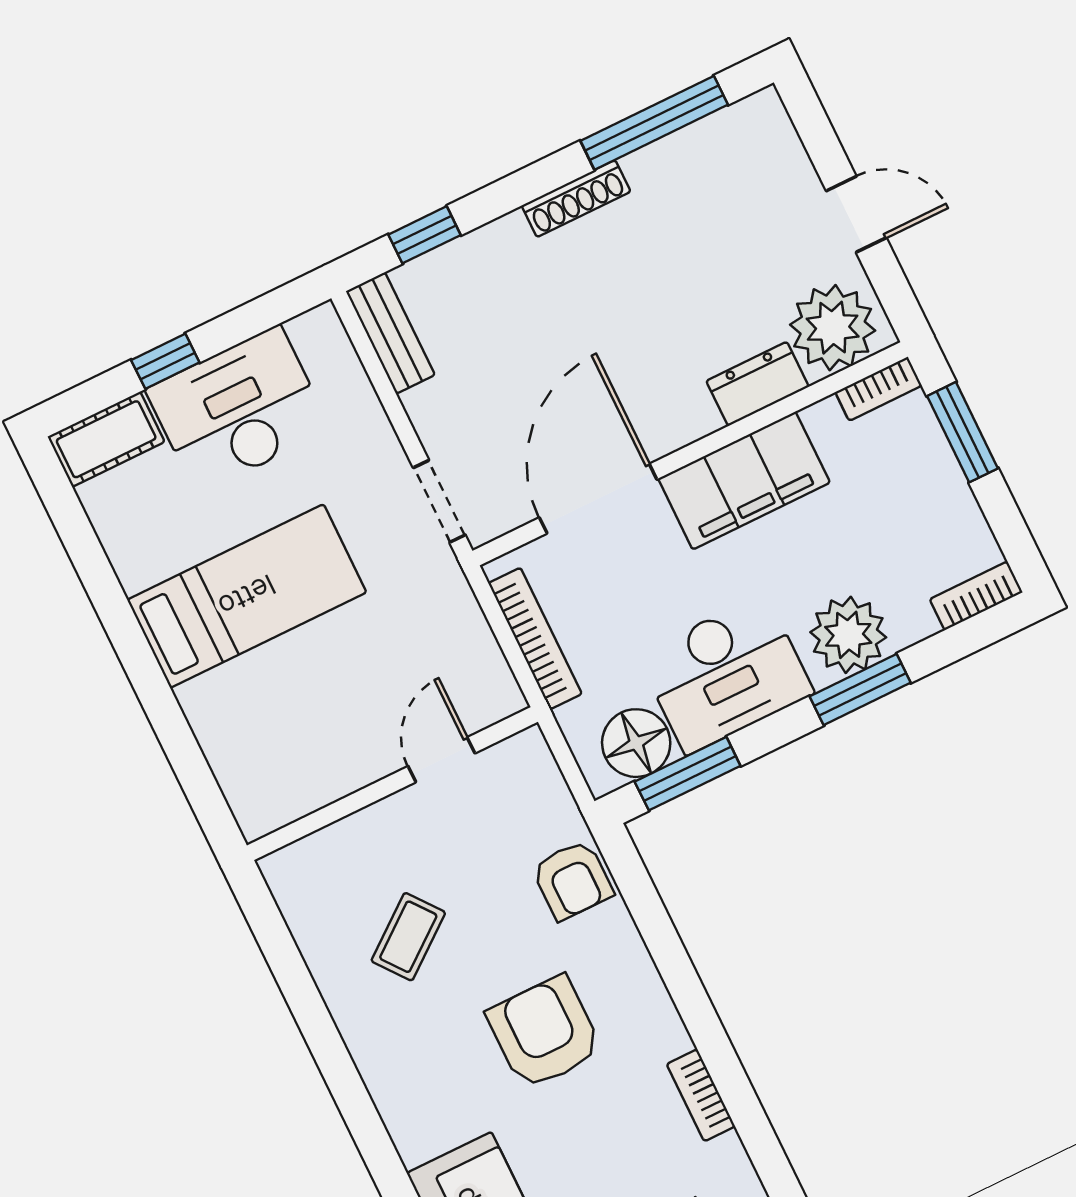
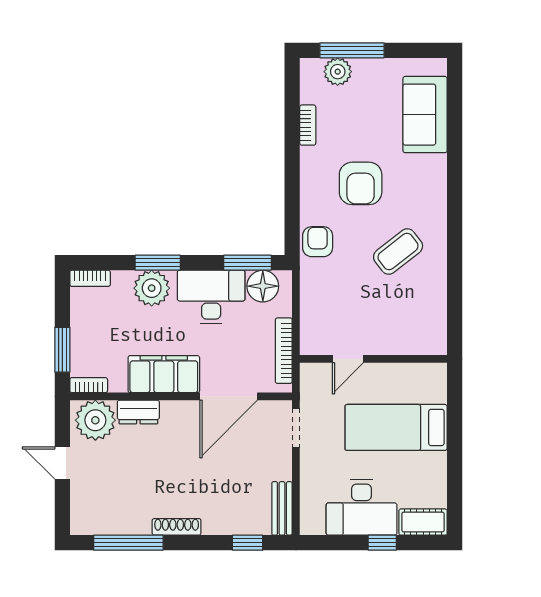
door: (441, 760) -> (348, 359), moved
wall: (392, 784) -> (373, 359), moved
coffee table: (408, 937) -> (398, 252), width x1.36, depth x1.30

